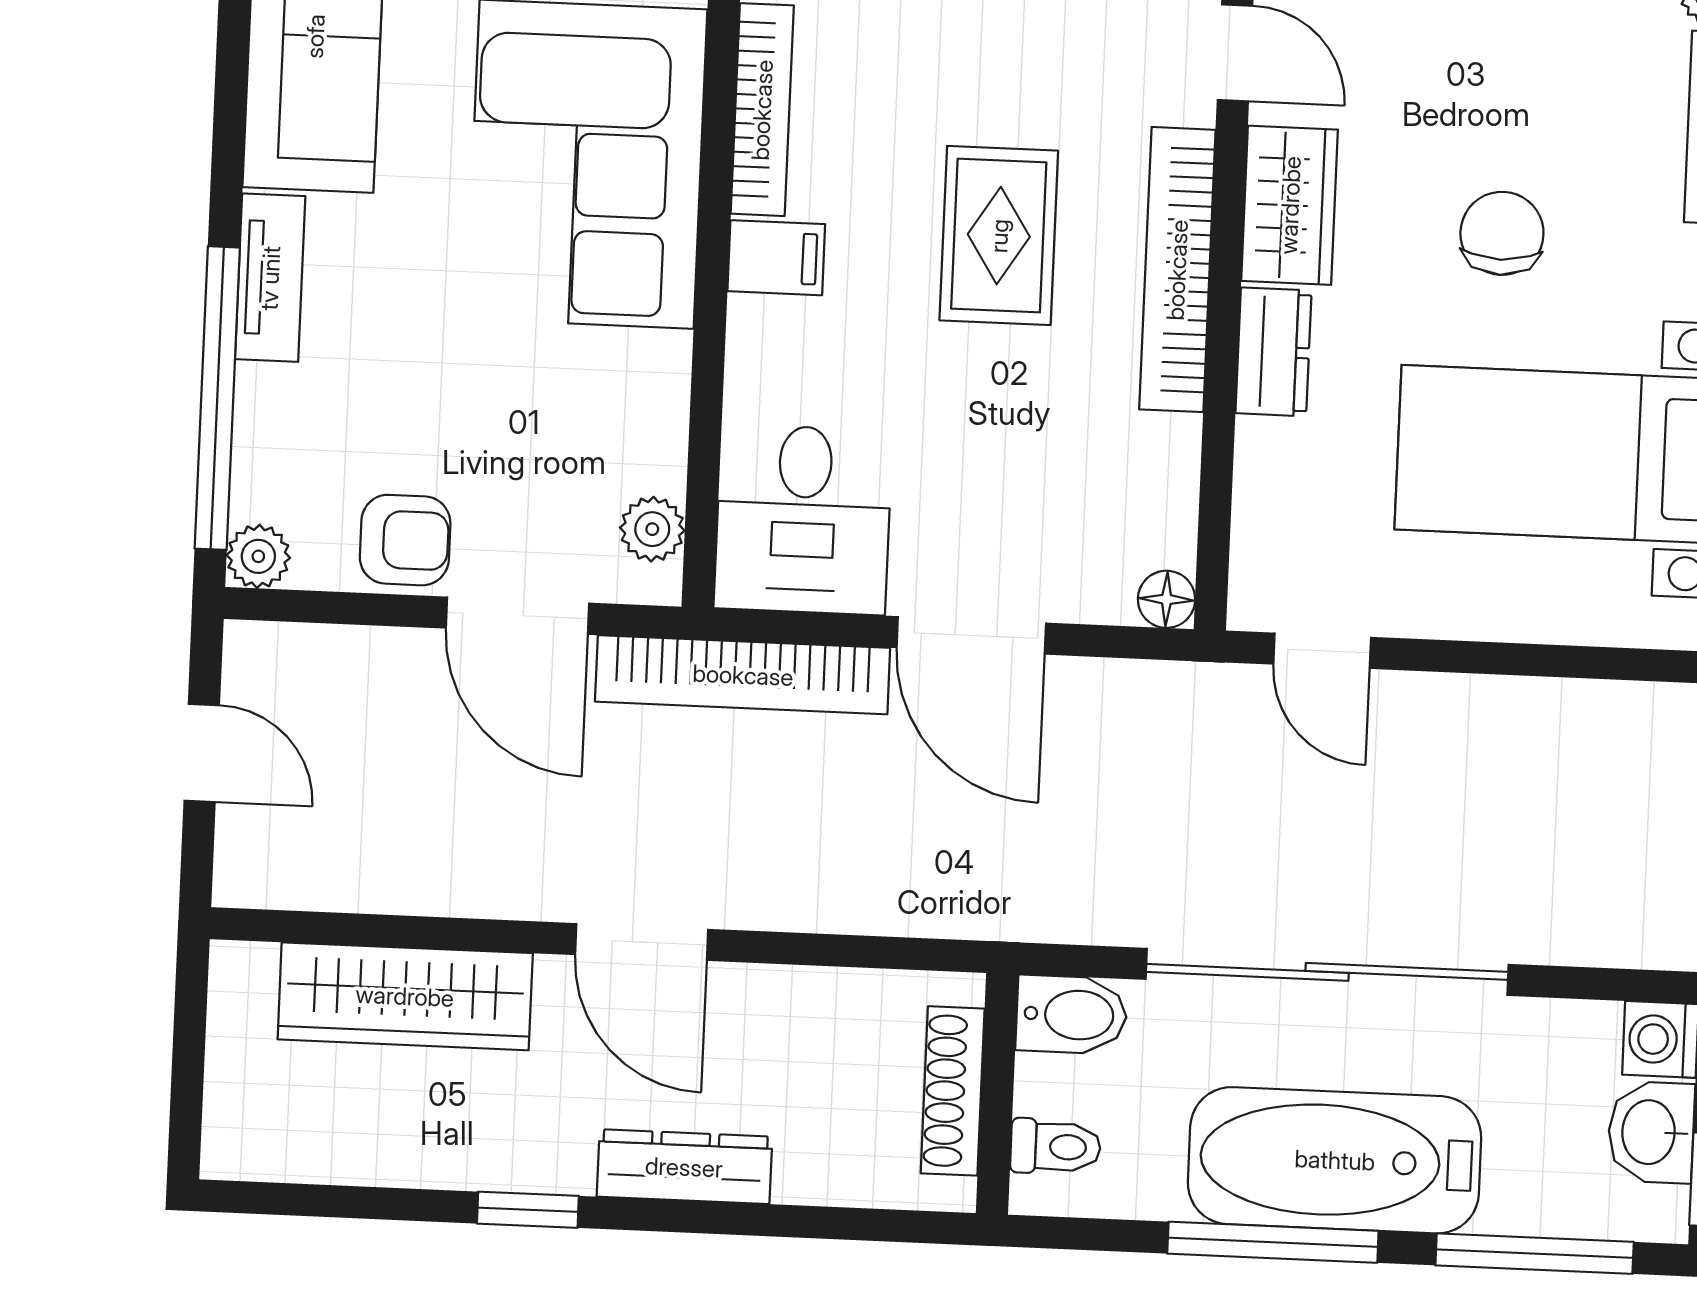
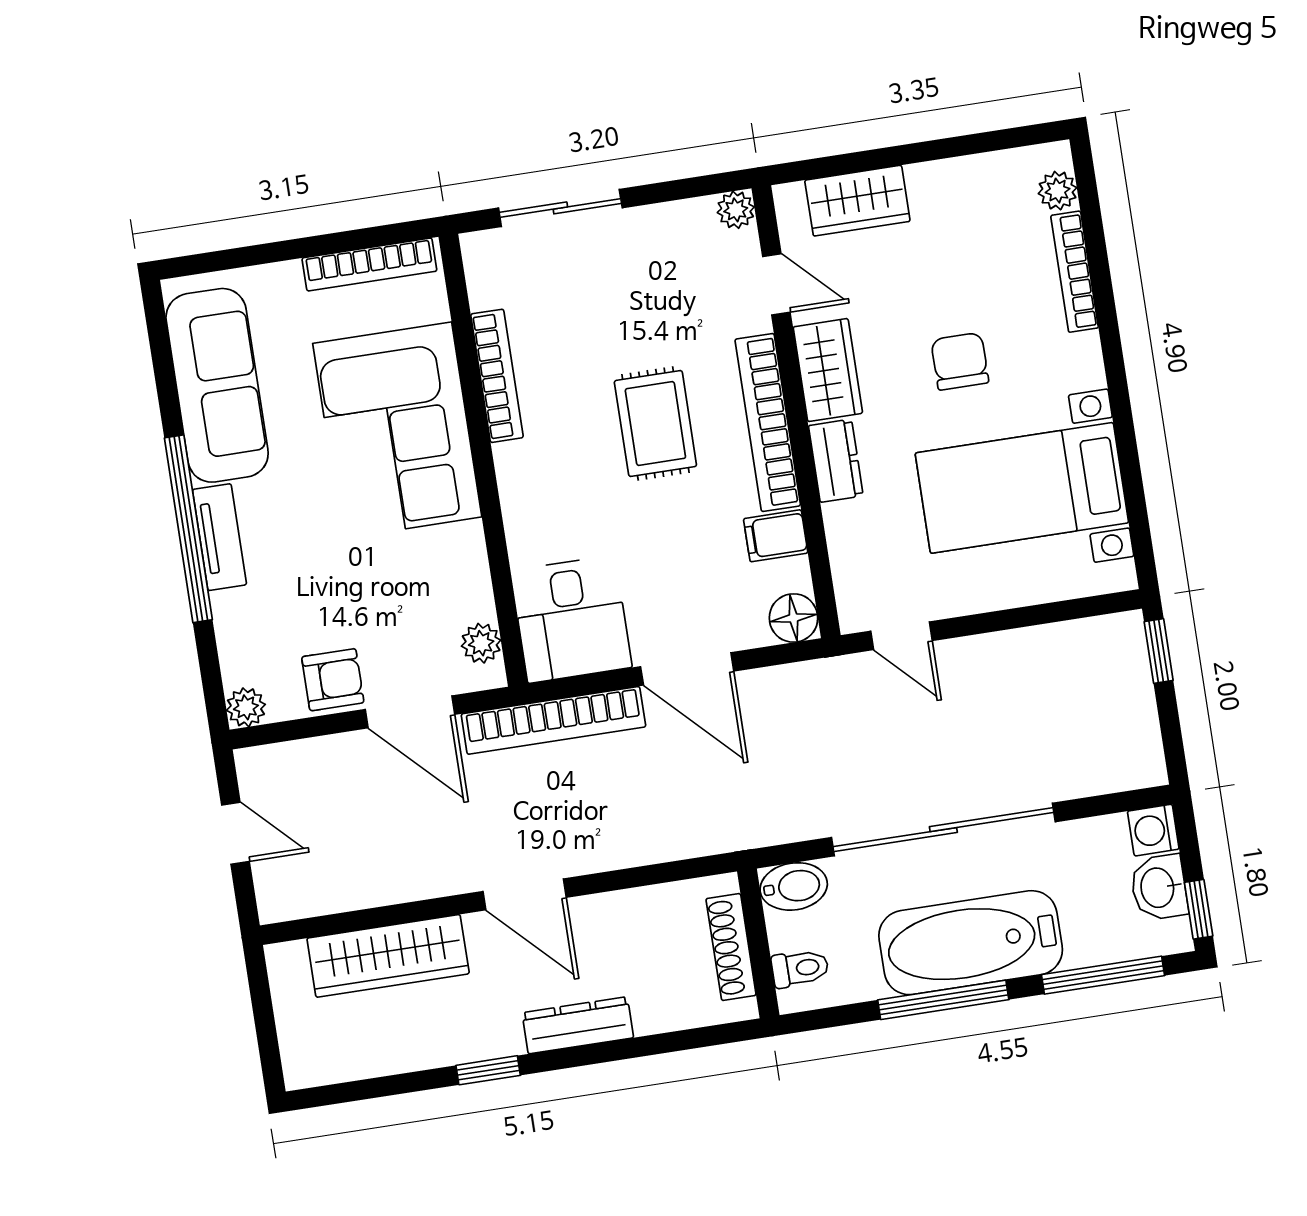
filing cabinet: (776, 258) -> (776, 536), moved, turned 180
window: (217, 398) -> (188, 529), moved
floor lamp: (1167, 599) -> (794, 618), width x1.37, depth x1.37

